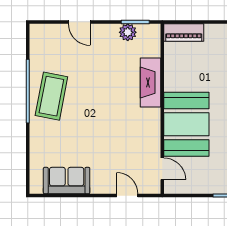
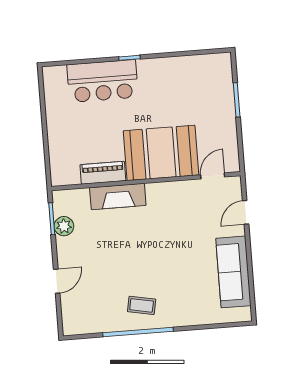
piano: (184, 32) -> (103, 173), moved, turned -90
coffee table: (51, 96) -> (142, 305), width x0.54, depth x0.58
sofa: (67, 181) -> (233, 272), width x1.36

